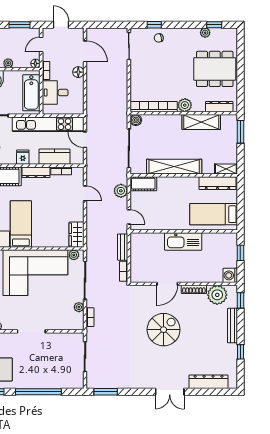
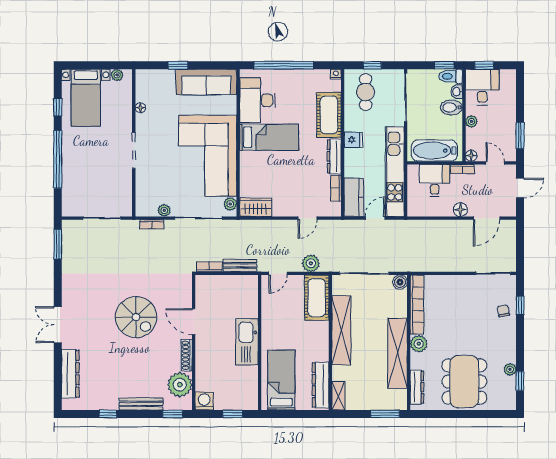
shelving: (201, 122) -> (398, 353), width x1.47
kitchen counter: (55, 157) -> (354, 197), moved
cot: (143, 184) -> (317, 298), width x1.37, depth x1.34

